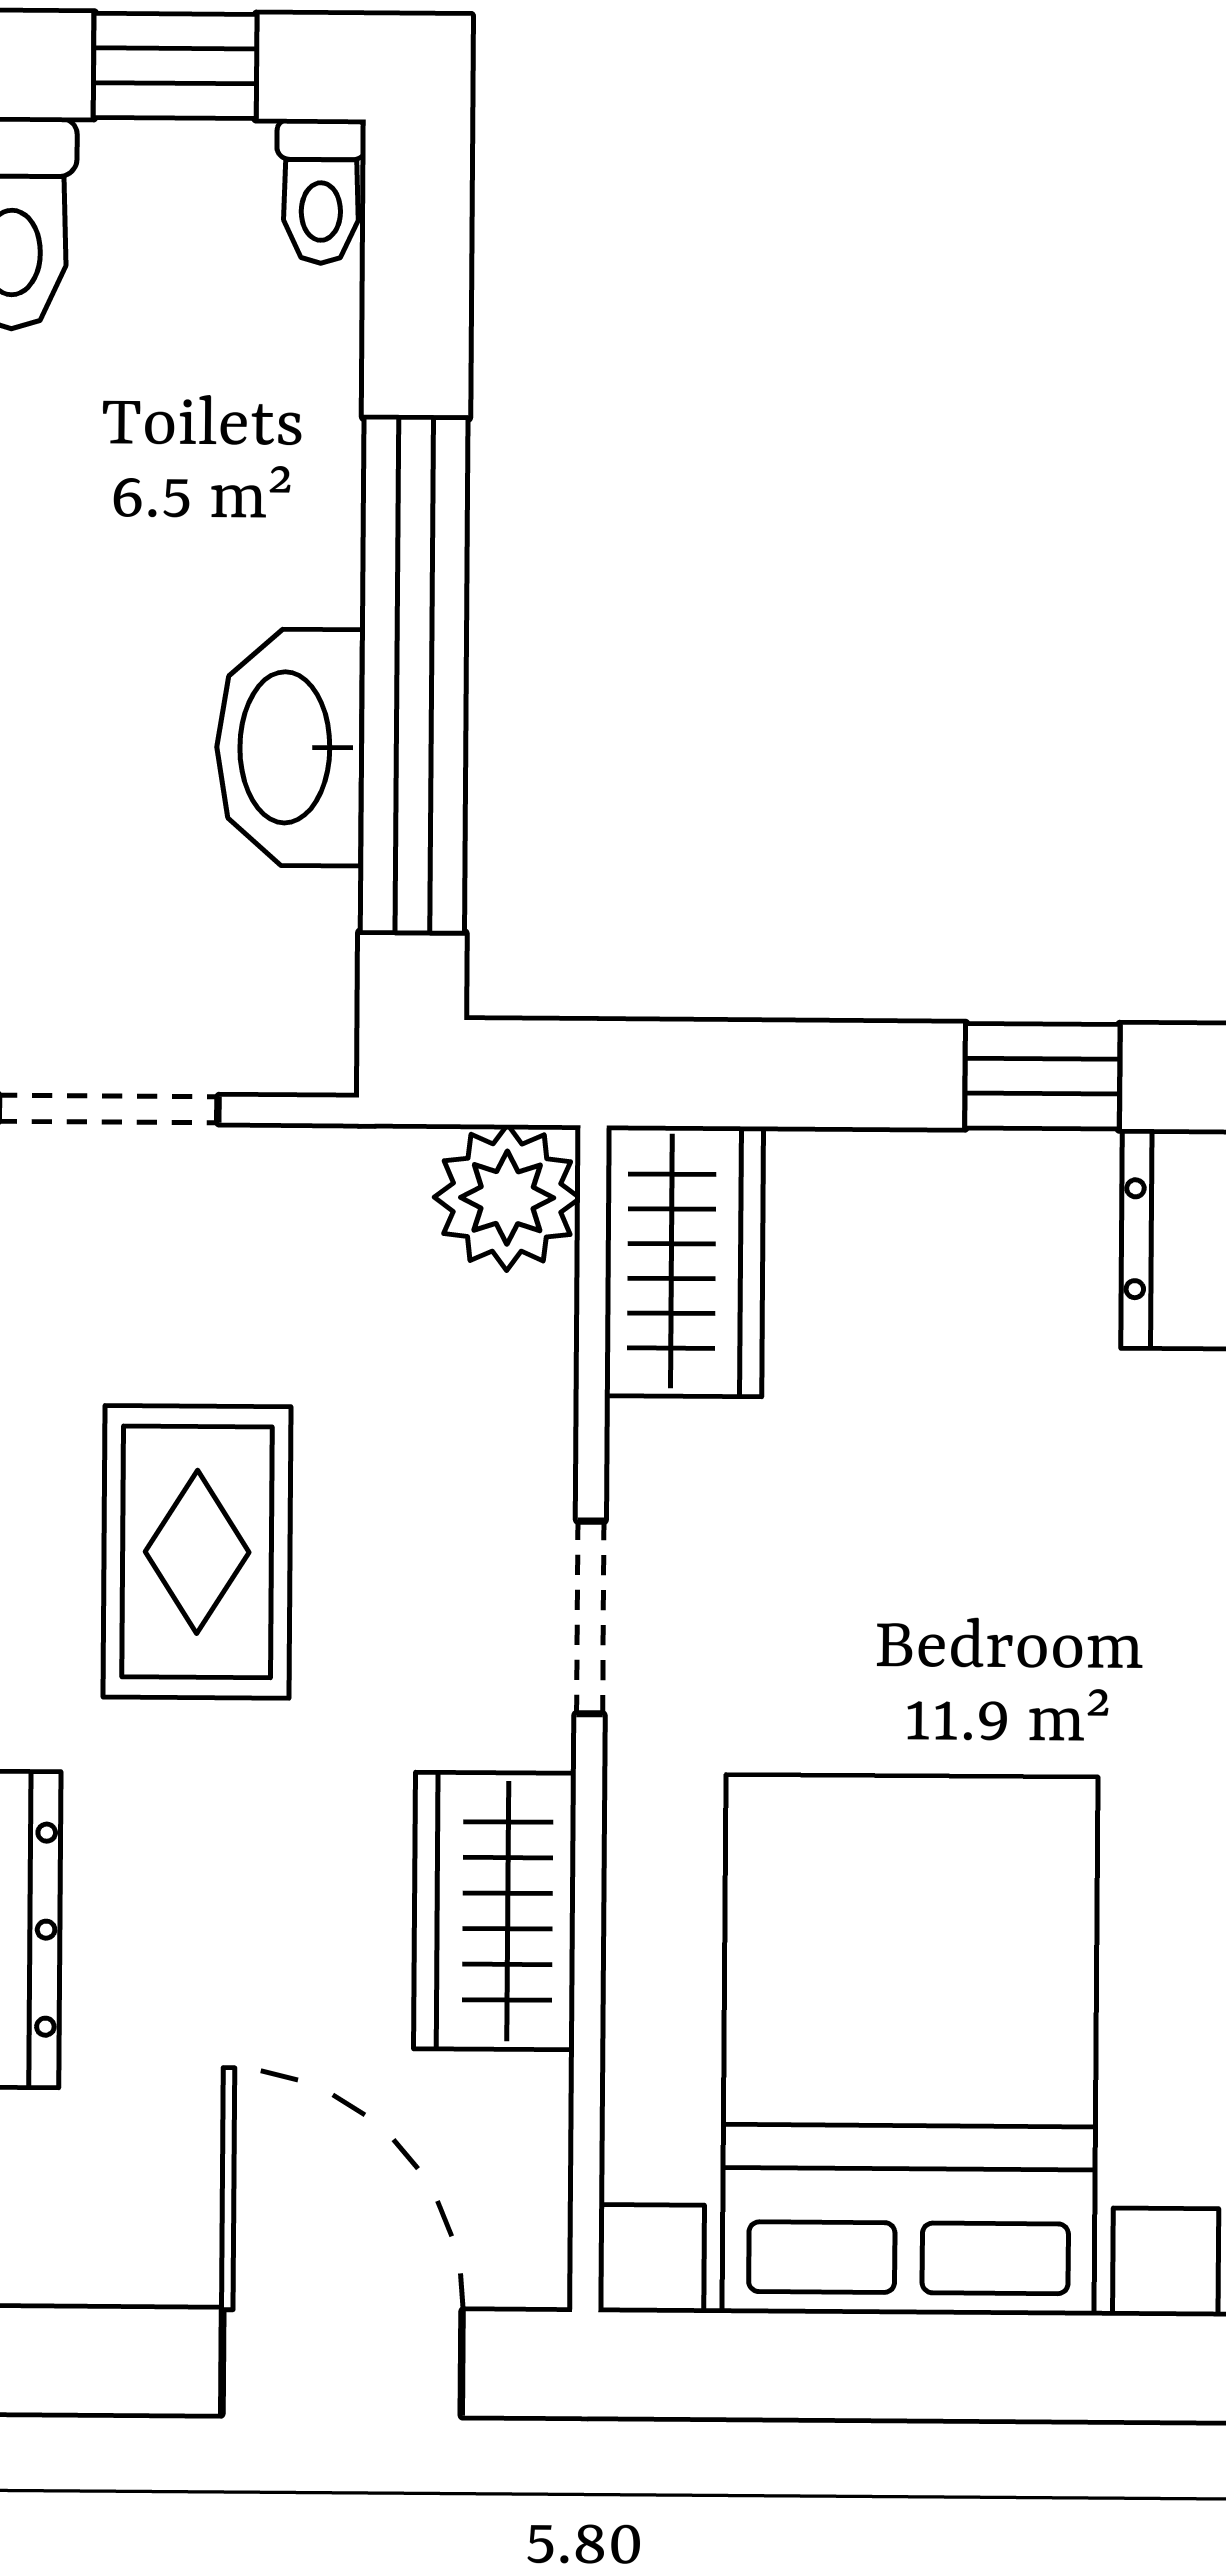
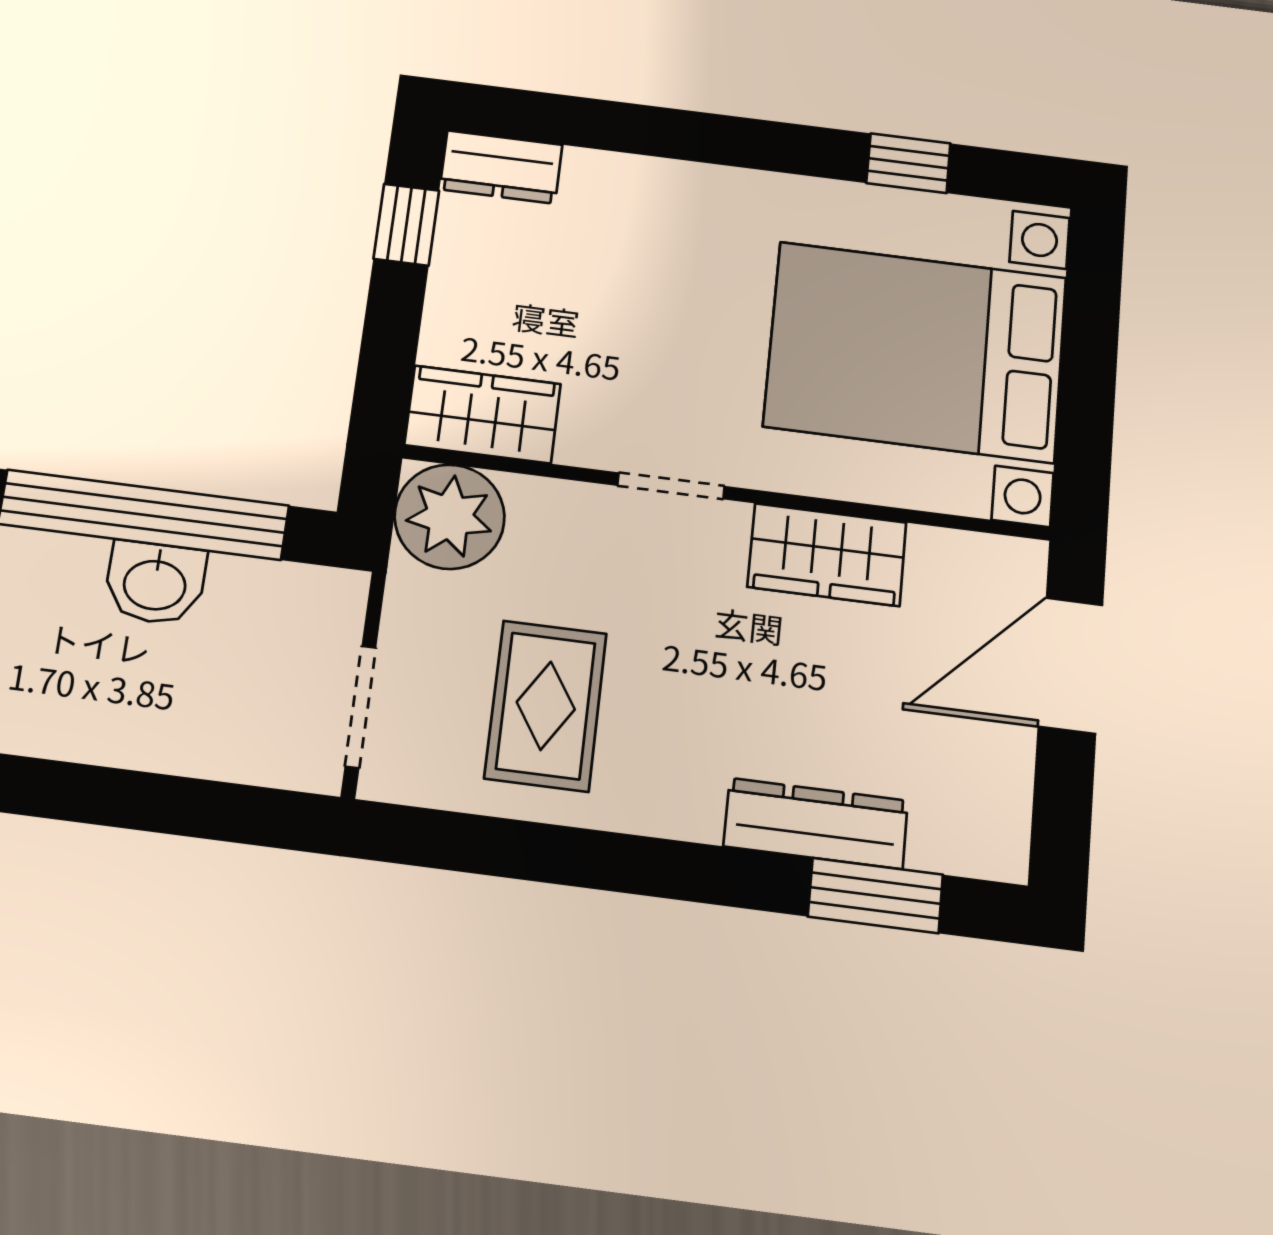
washbasin: (289, 747) -> (155, 583), width x0.72
plant: (507, 1198) -> (450, 517), width x1.36, depth x1.36
rug: (197, 1552) -> (546, 706), moved, turned 90

